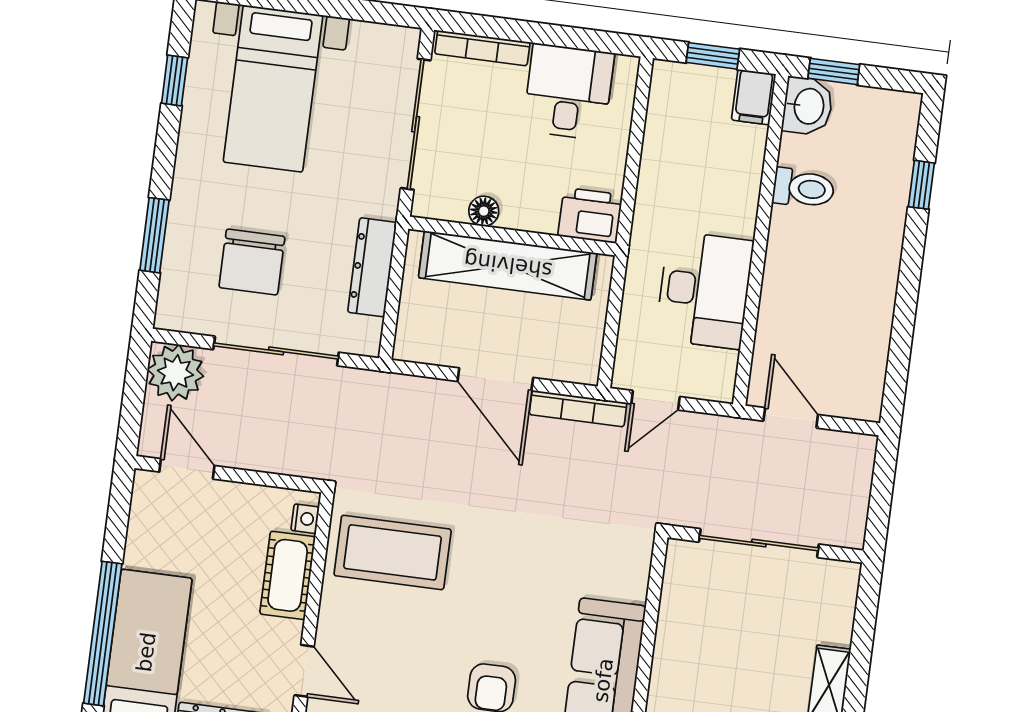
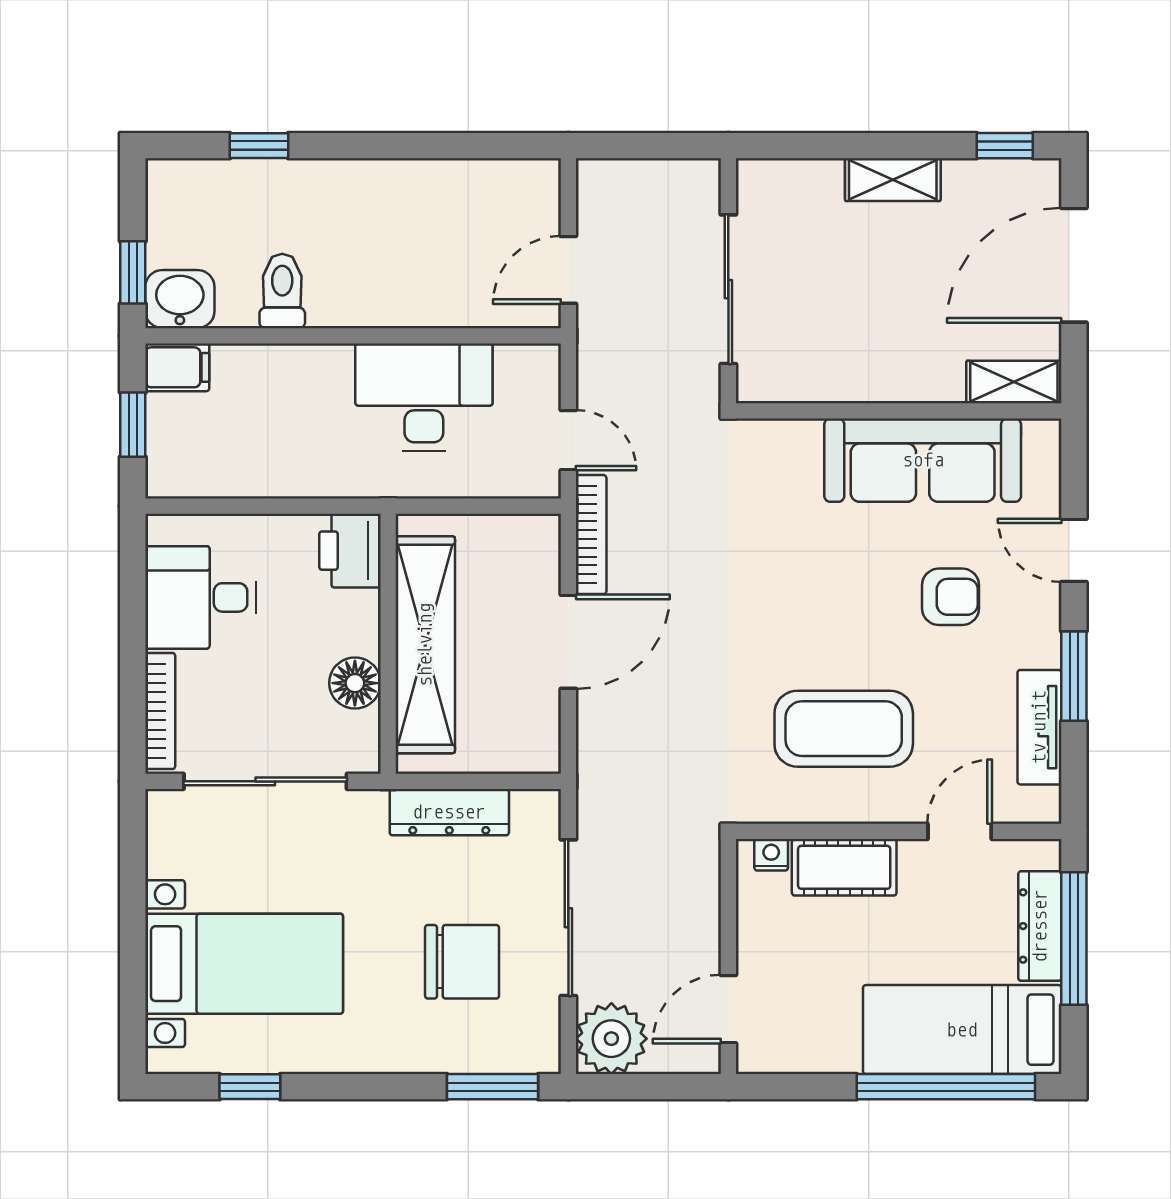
floor lamp: (484, 211) -> (355, 683), width x1.37, depth x1.37
window: (154, 235) -> (492, 1087), moved
coffee table: (393, 552) -> (844, 729), moved, turned 90

